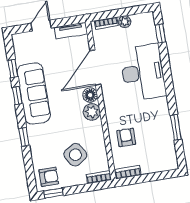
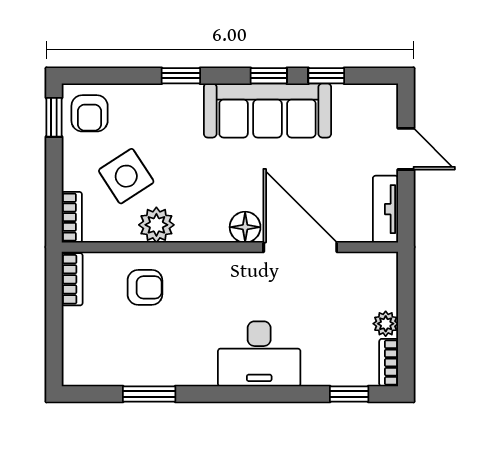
bookcase: (106, 23) -> (389, 363), moved
desk: (143, 72) -> (259, 354), width x0.73, depth x0.77
plant: (92, 112) -> (156, 225), moved

